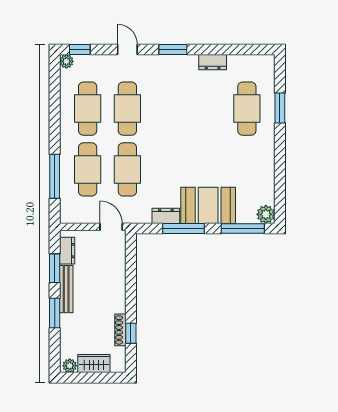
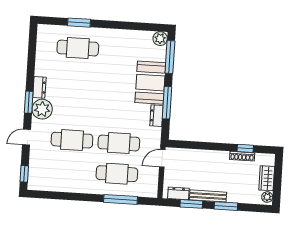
plant: (66, 61) -> (42, 109), moved, width x1.88, depth x1.88
dresser: (213, 62) -> (39, 87), moved
cafe table: (88, 109) -> (70, 171), removed

